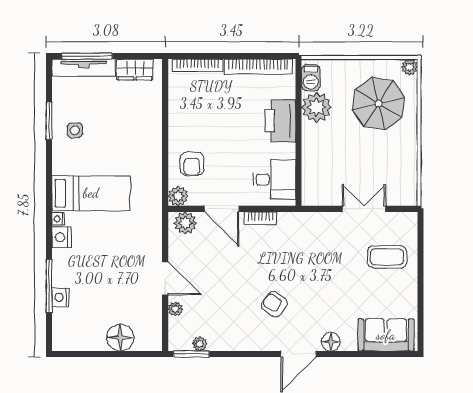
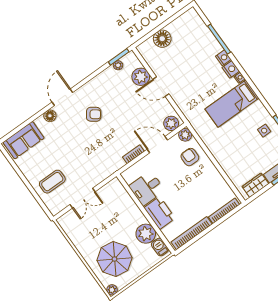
desk: (274, 179) -> (147, 188), moved
nightstand: (61, 297) -> (223, 58), moved
plant: (175, 309) -> (141, 77), width x1.87, depth x1.87

